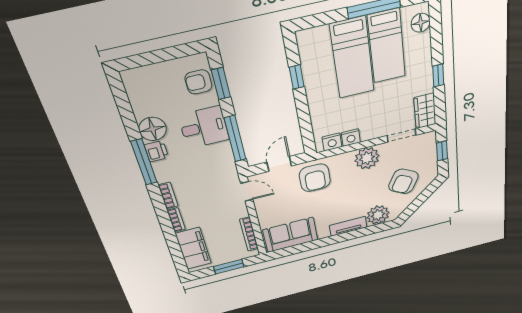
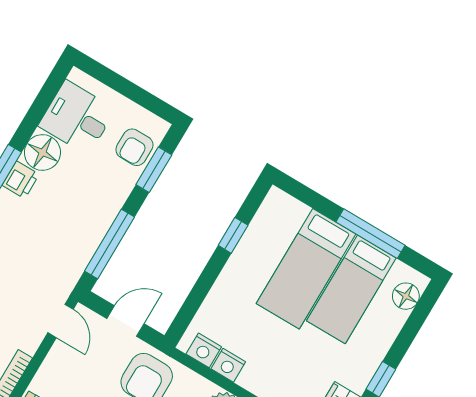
armchair: (198, 82) -> (134, 147), turned -90
desk: (204, 127) -> (77, 118), moved, turned 180

